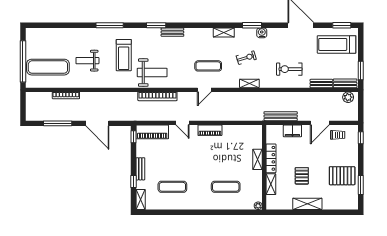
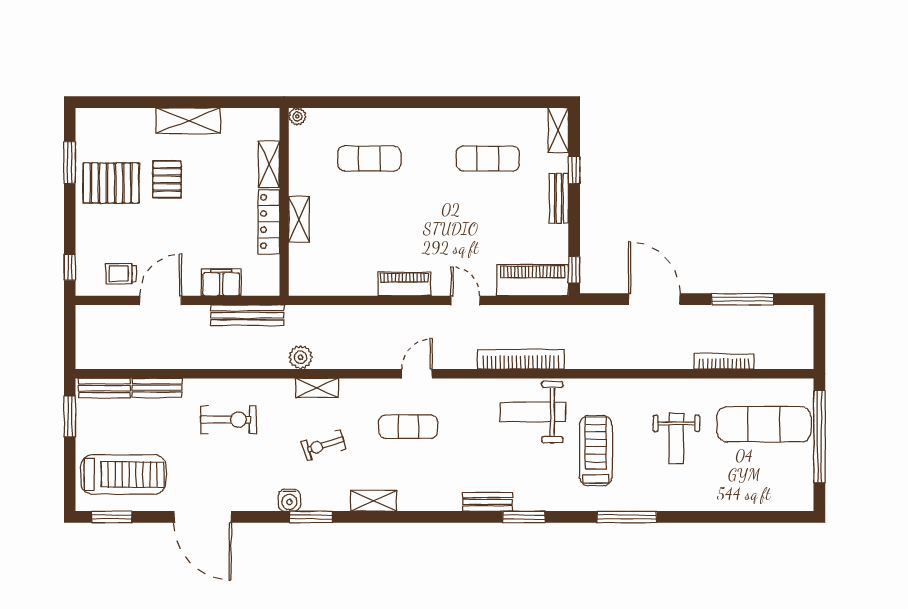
weight bench: (87, 61) -> (676, 439), turned 90
plant: (348, 97) -> (300, 357), moved
pallet: (302, 176) -> (167, 179), moved

